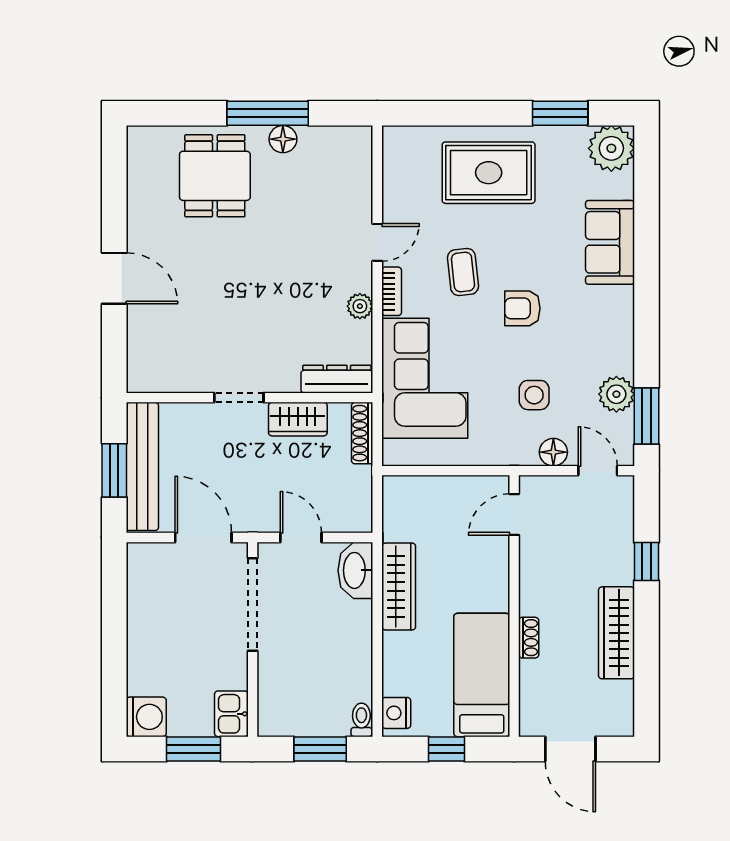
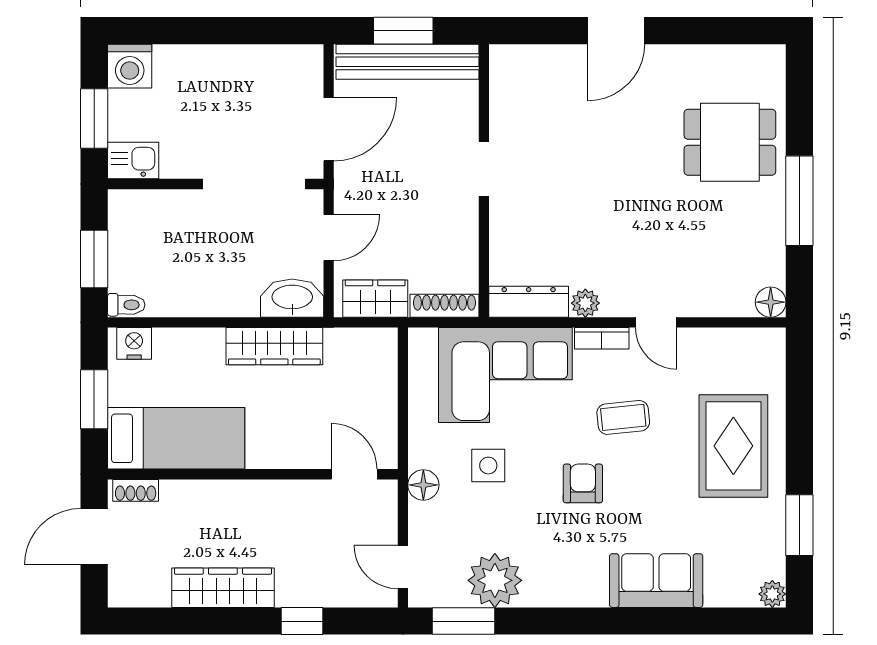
floor lamp: (283, 139) -> (771, 302), moved
plant: (611, 148) -> (772, 594), width x0.53, depth x0.53
dresser: (337, 379) -> (529, 302), moved, turned -90
plant: (616, 394) -> (495, 580), width x1.36, depth x1.36
side table: (534, 395) -> (488, 466), moved
wardrobe: (298, 419) -> (375, 299), moved, turned 90
floor lamp: (553, 452) -> (423, 485), moved
door: (598, 471) -> (403, 567), swing flipped
shoe rack: (529, 638) -> (136, 490), moved
window: (447, 749) -> (94, 399), width x1.50

